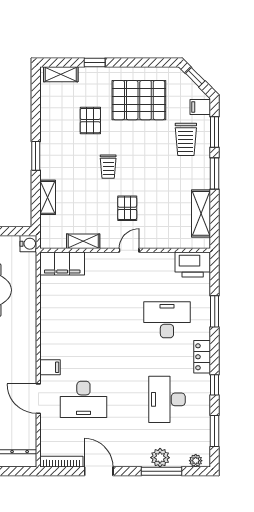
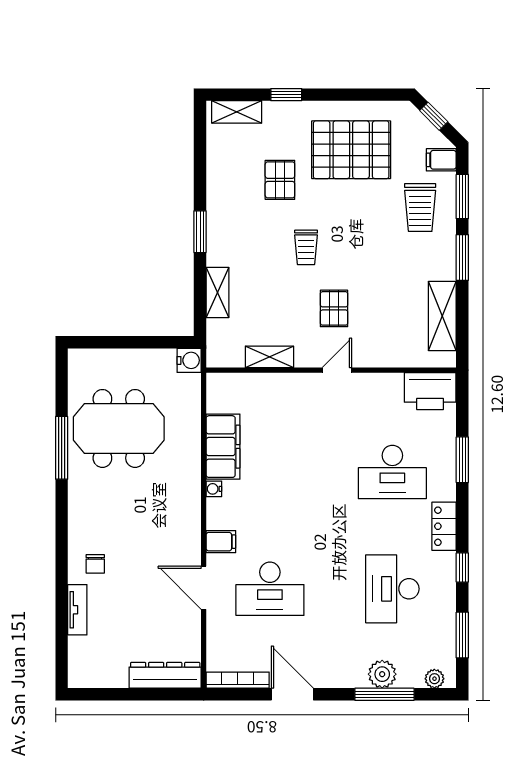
filing cabinet: (62, 264) -> (223, 447), moved, turned -90
desk: (167, 320) -> (392, 472), turned 180
water cooler: (45, 331) -> (214, 489), added

